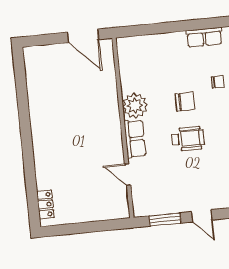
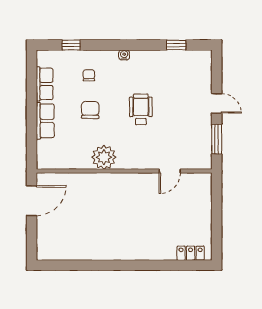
chair: (185, 102) -> (90, 110), moved
row of seats: (135, 139) -> (45, 121), moved, turned 90
door: (202, 216) -> (217, 103), hinge flipped

